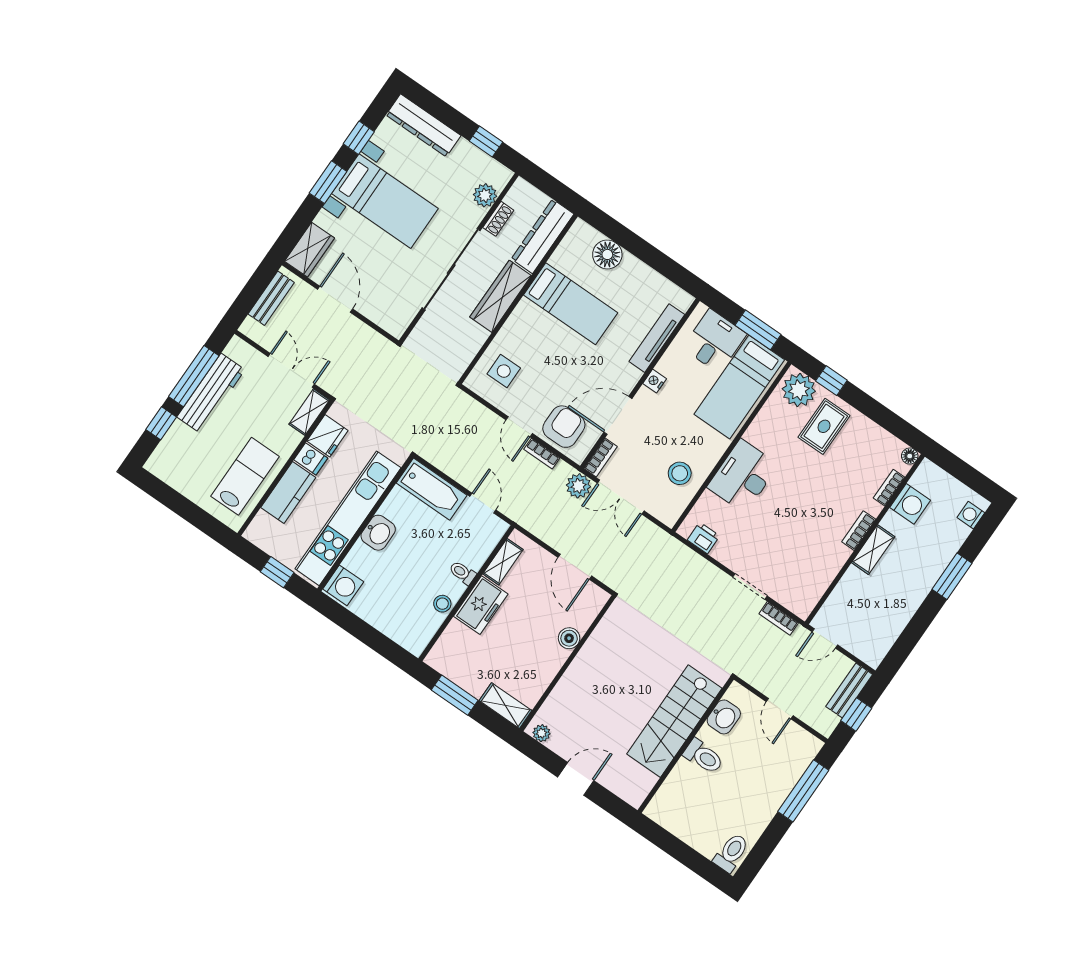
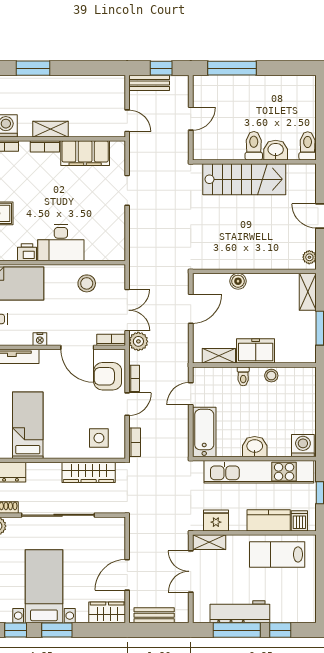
wardrobe: (501, 296) -> (89, 472), moved
dishwasher: (311, 459) -> (299, 521), moved
printer: (704, 538) -> (27, 252), moved, turned 90
filing cabinet: (821, 569) -> (85, 153), added
bookcase: (779, 618) -> (135, 442), moved
washbasin: (724, 717) -> (276, 150), moved
toilet: (731, 853) -> (308, 146), moved, turned 90

